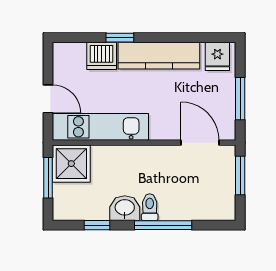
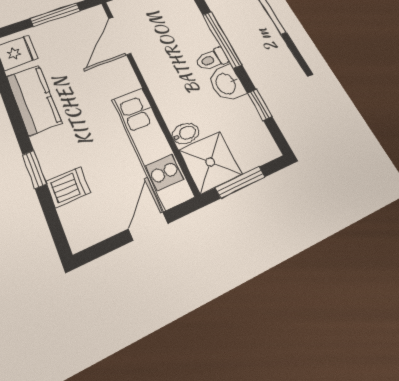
dishwasher: (102, 56) -> (68, 187), width x0.73
kitchen counter: (159, 56) -> (34, 100), width x0.67
bidet: (100, 156) -> (185, 133), added

